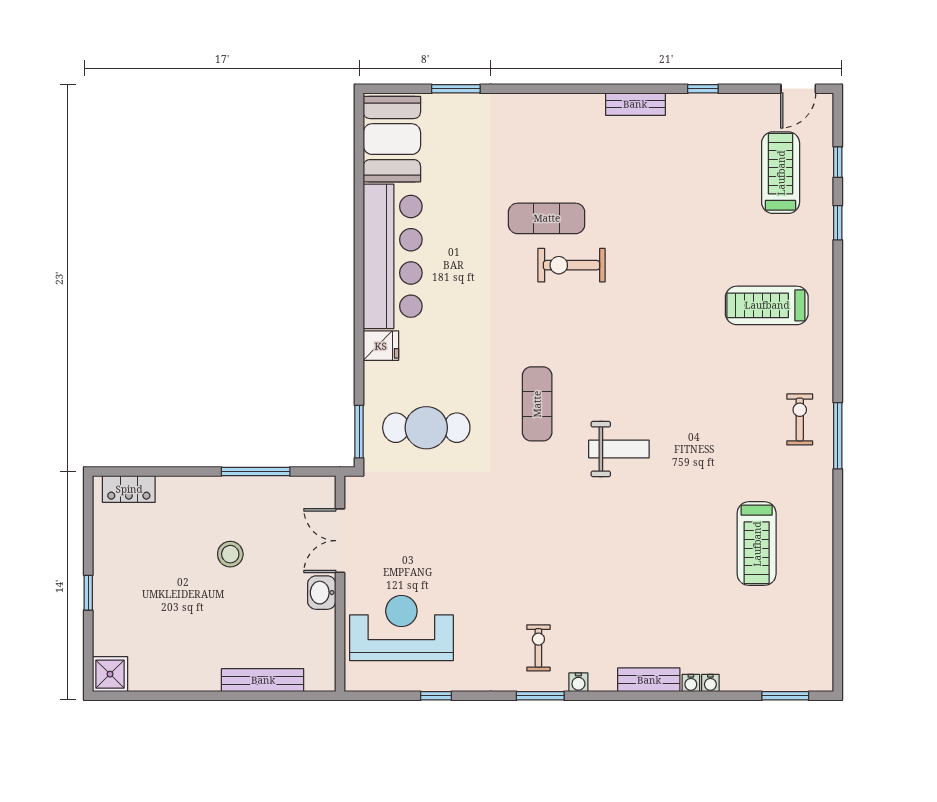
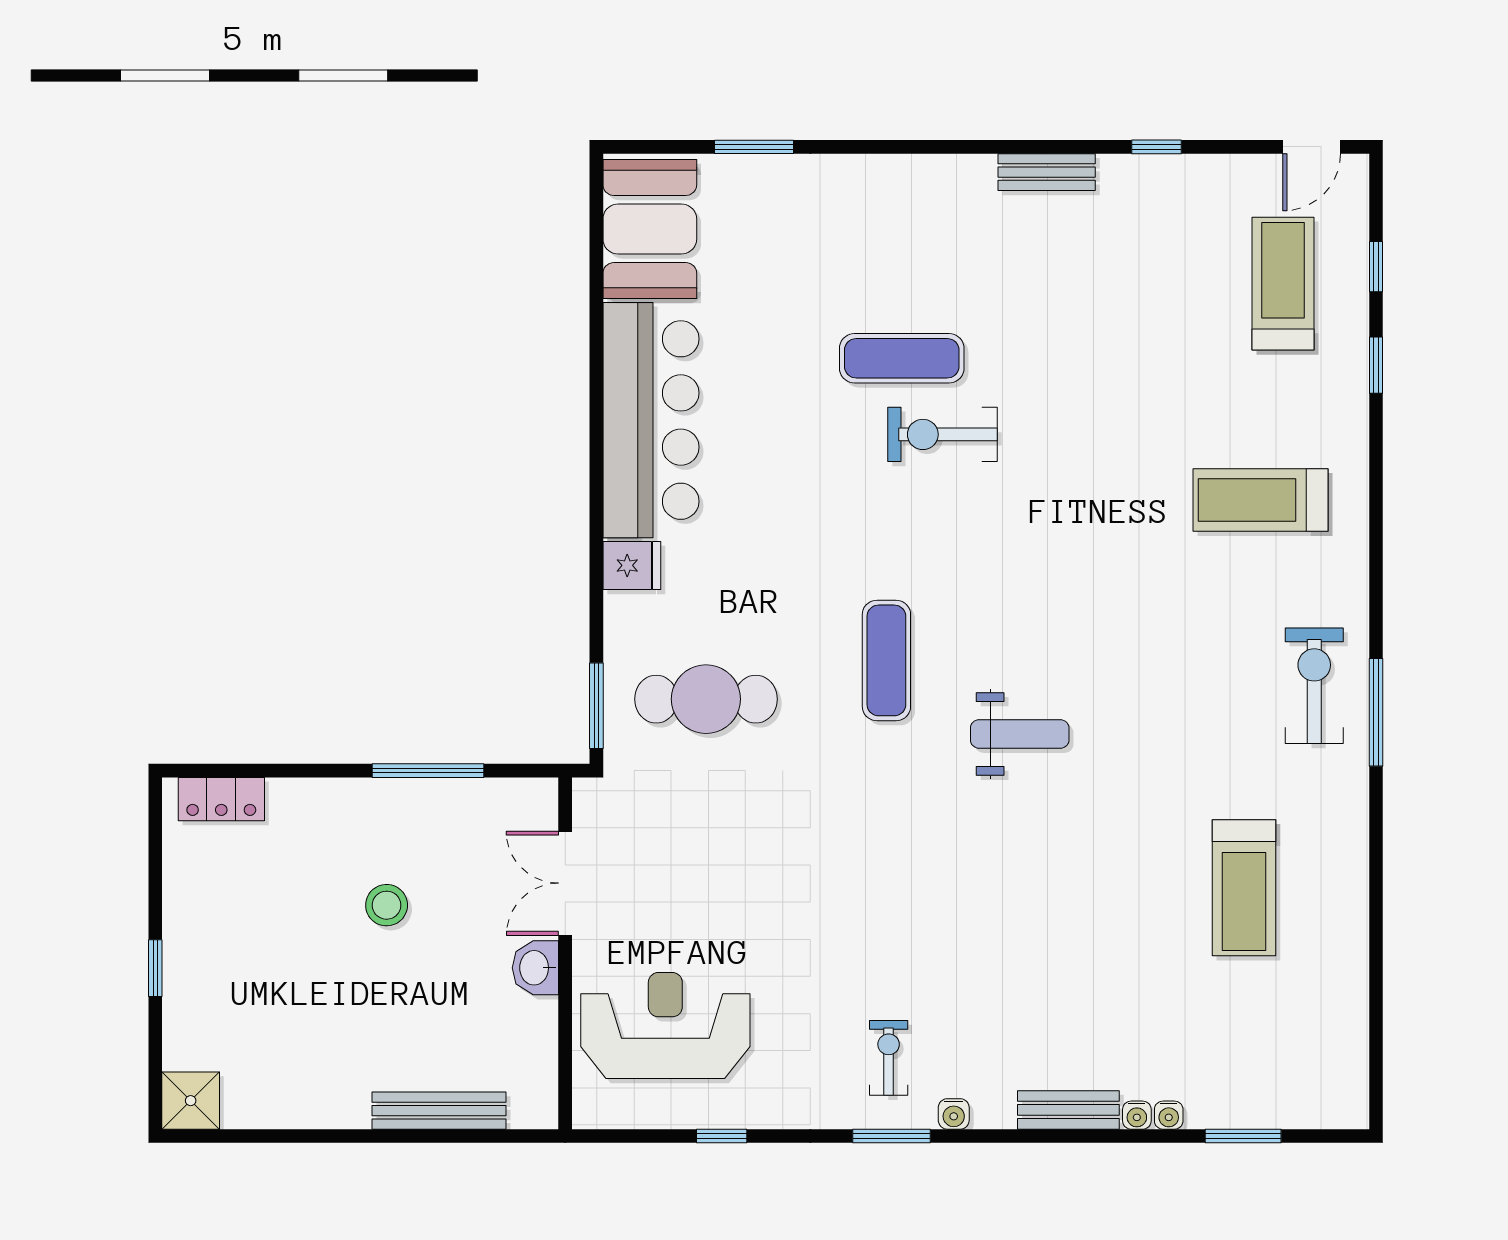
exercise bike: (800, 419) -> (1314, 686), width x1.38, depth x1.39
window: (785, 696) -> (1243, 1136), moved

